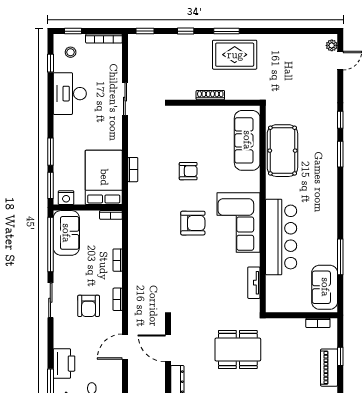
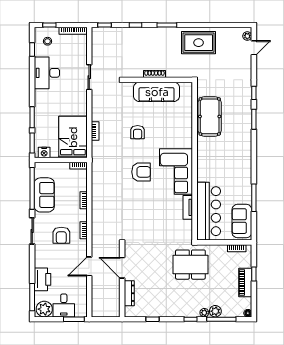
rug: (235, 55) -> (199, 43), moved
sofa: (247, 140) -> (157, 92), moved, turned -90
armchair: (188, 171) -> (138, 132), turned 90
sofa: (66, 233) -> (44, 195), moved
bar counter: (281, 237) -> (209, 211), moved
tv unit: (254, 283) -> (188, 207), moved
dining table: (238, 350) -> (190, 265), moved

